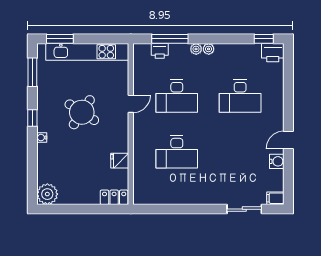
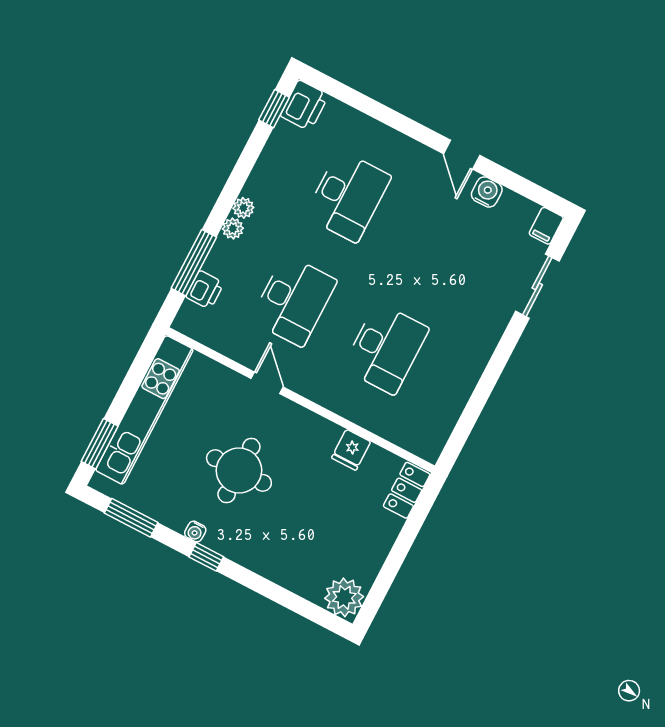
round table: (82, 112) -> (239, 471), turned -33
water cooler: (42, 138) -> (195, 532), moved

